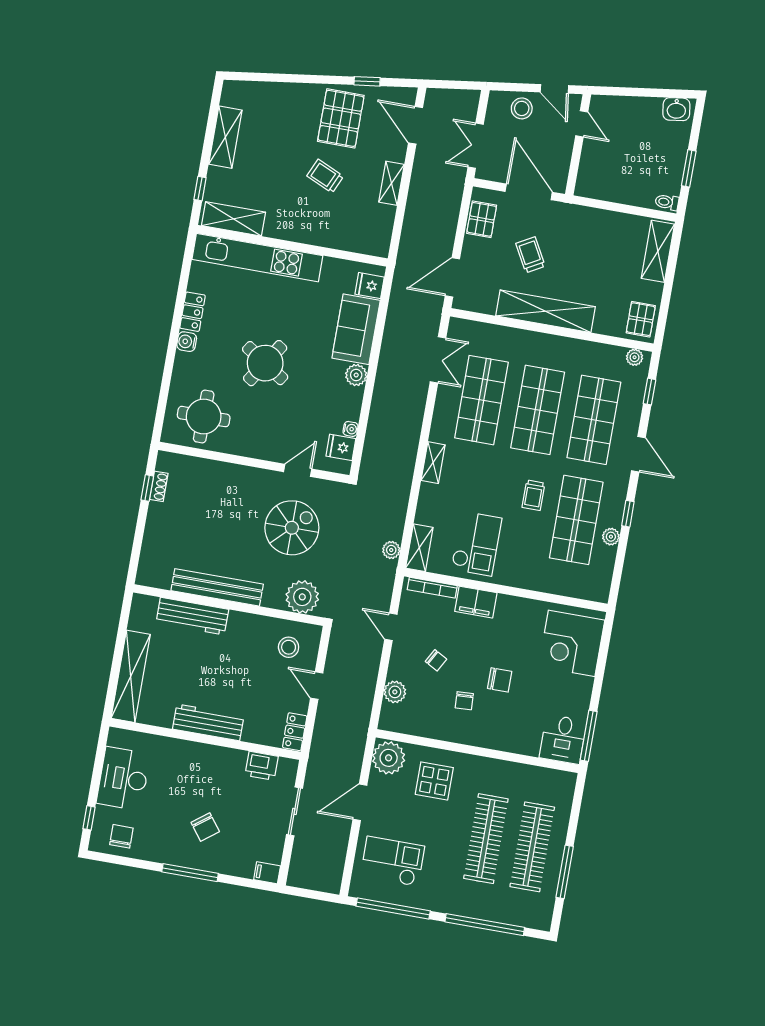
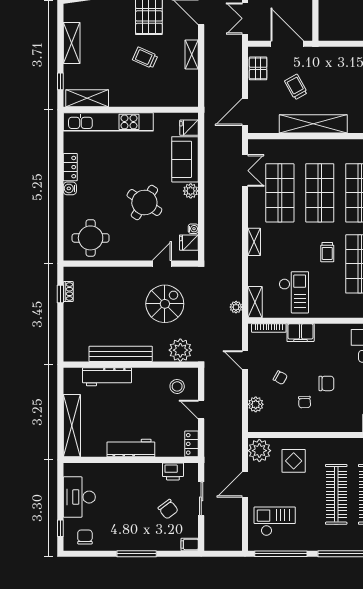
round table: (265, 363) -> (144, 202), moved
chair: (205, 827) -> (168, 509), moved

